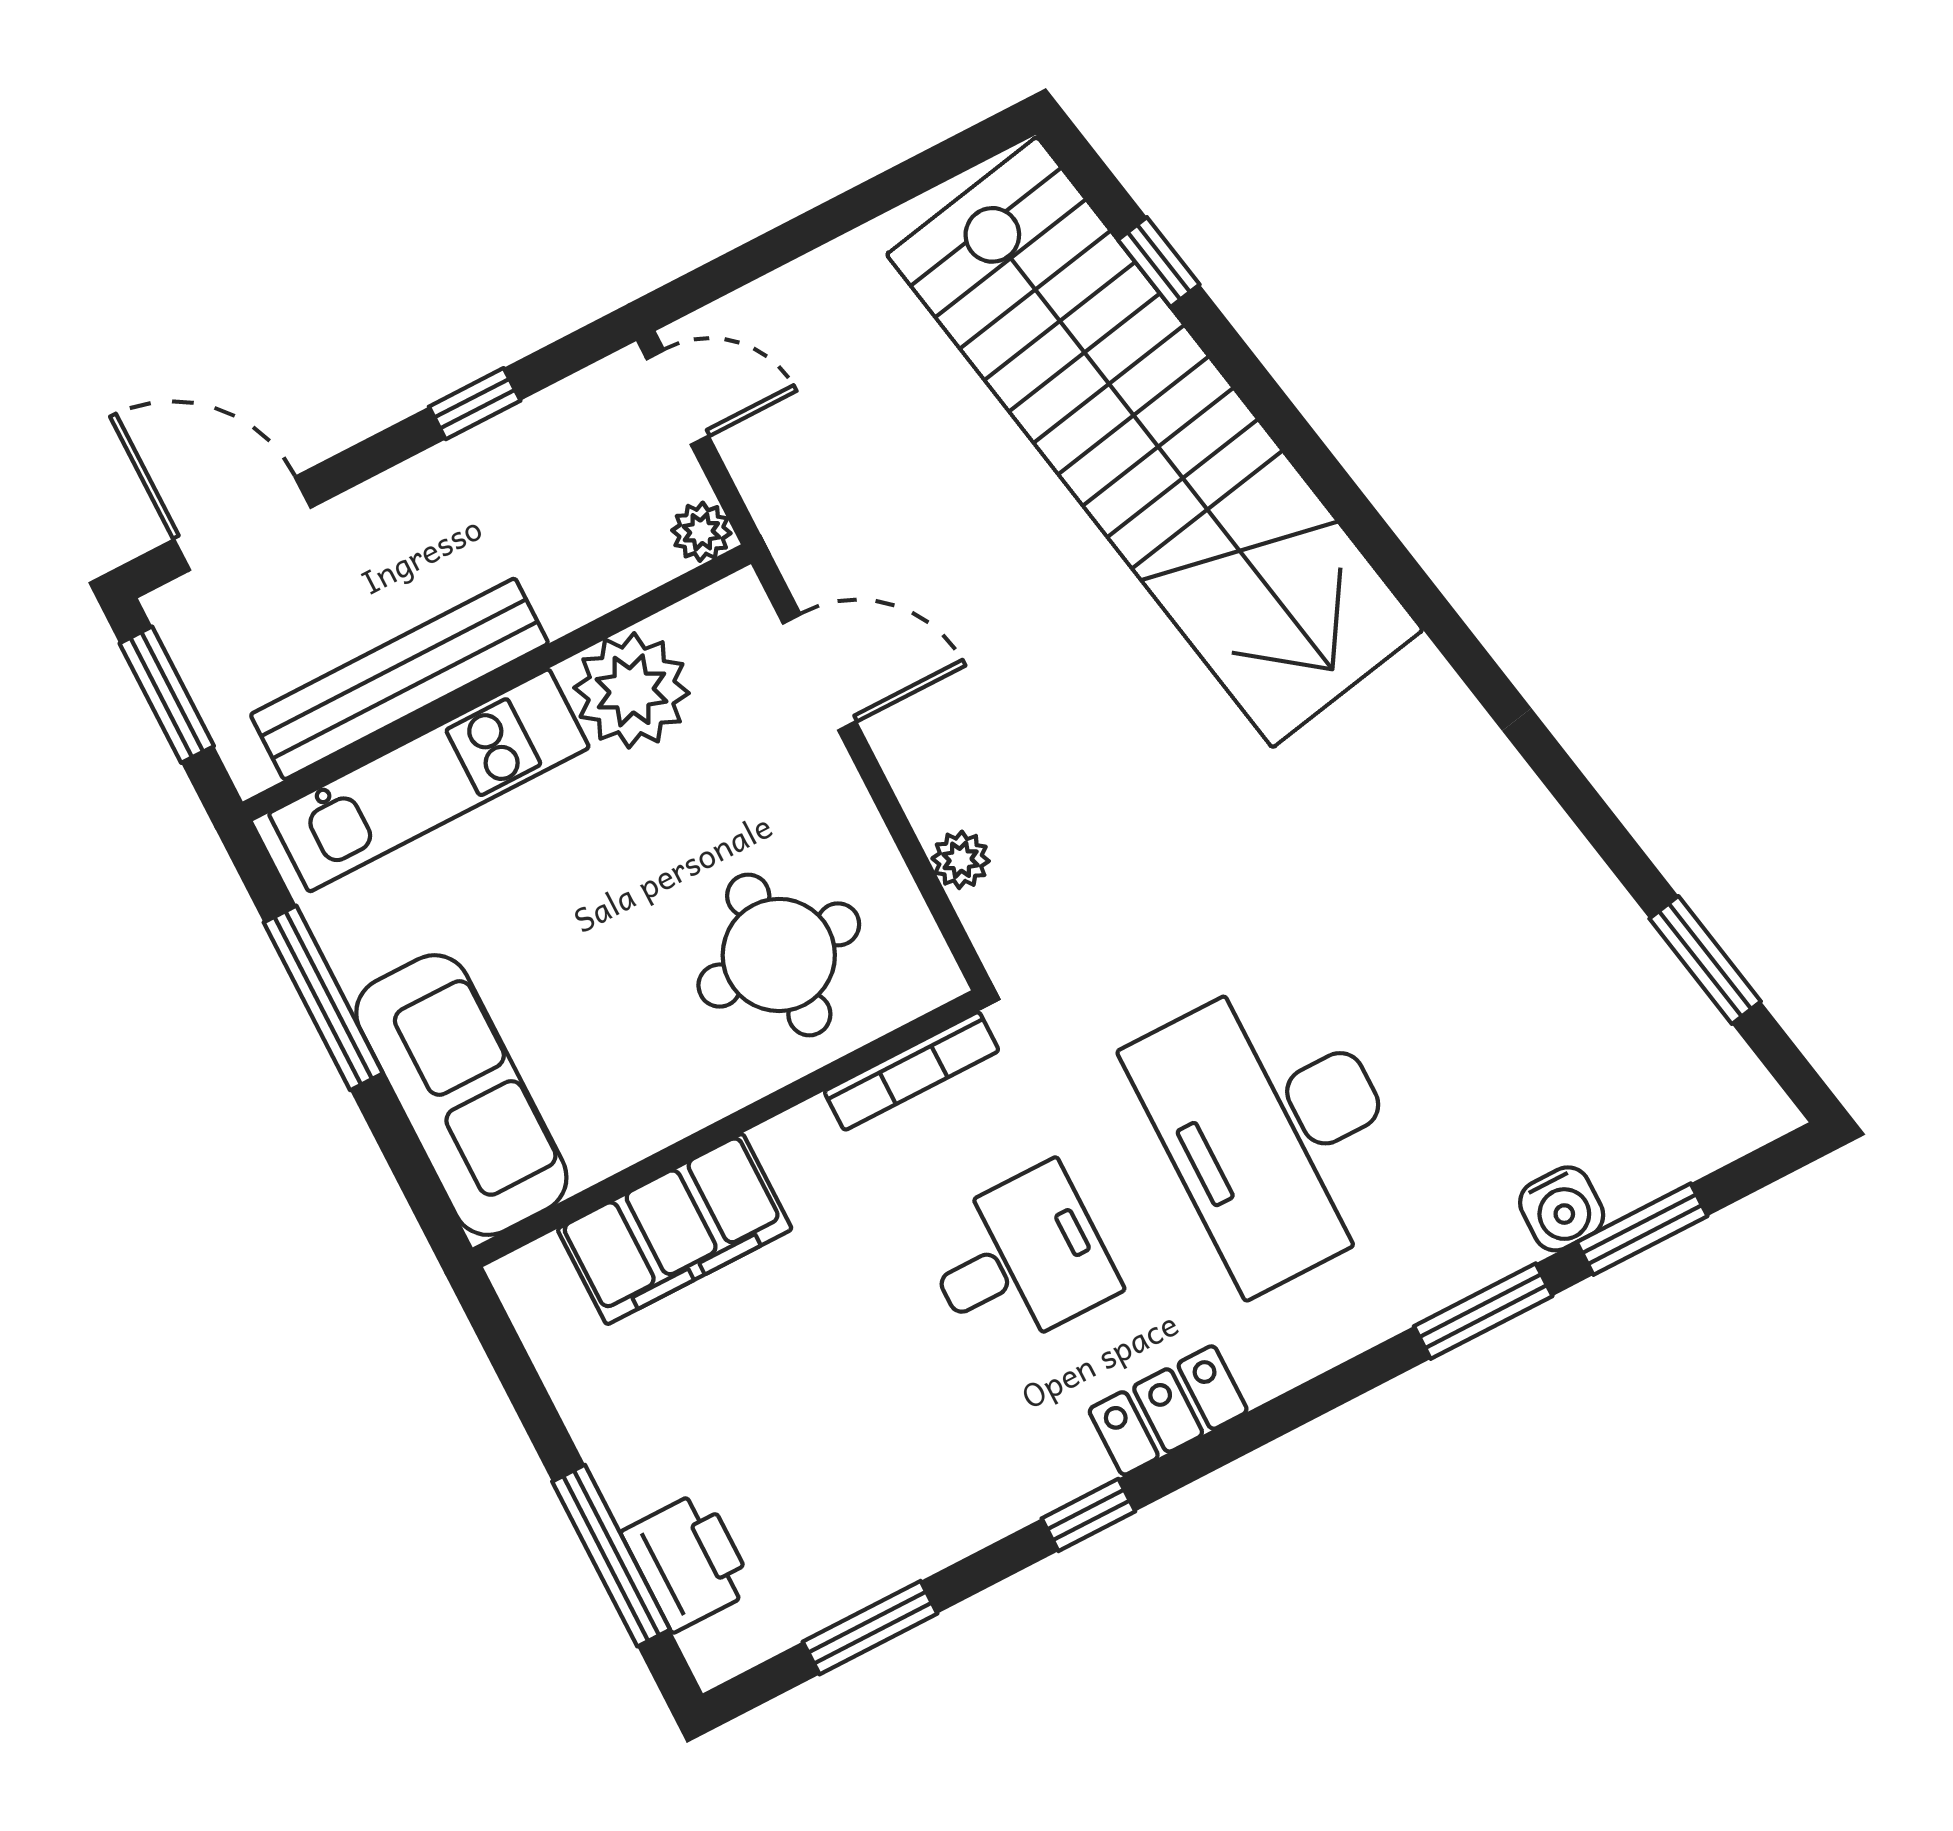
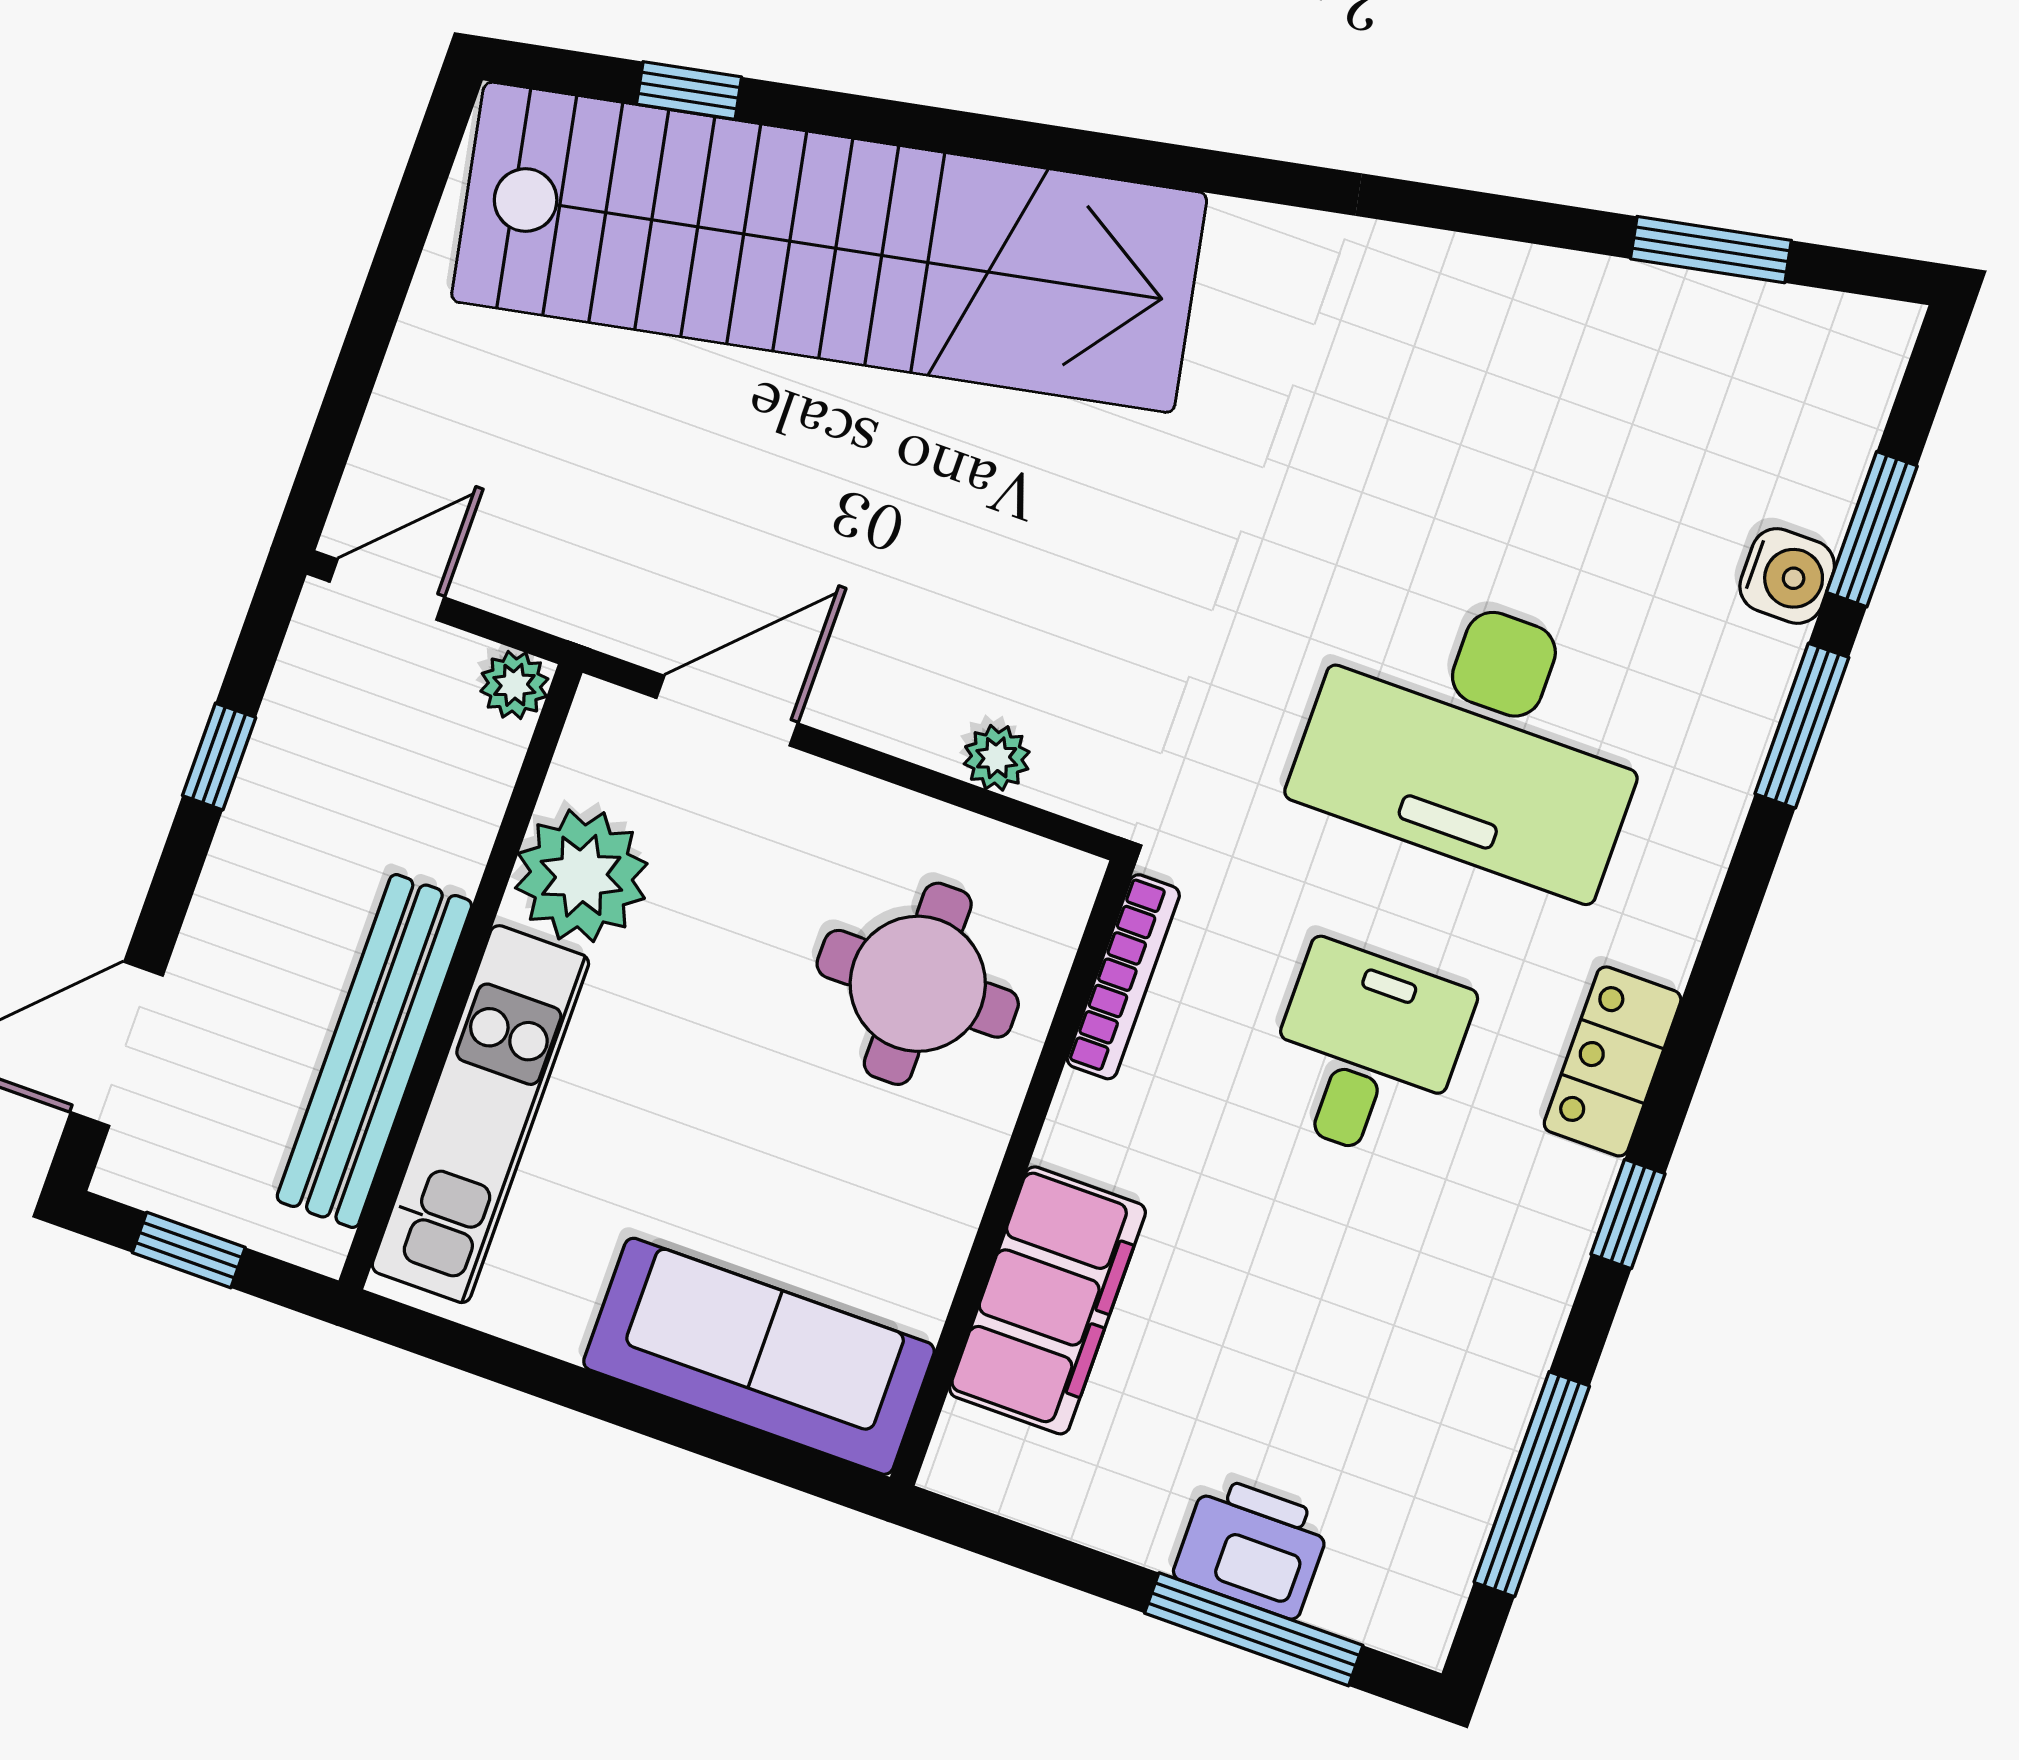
window: (167, 695) -> (189, 1250), width x0.67
window: (323, 998) -> (564, 1384), removed
printer: (688, 1561) -> (1252, 1547), moved
window: (870, 1628) -> (1532, 1484), width x1.44

